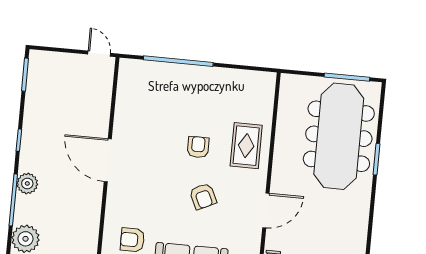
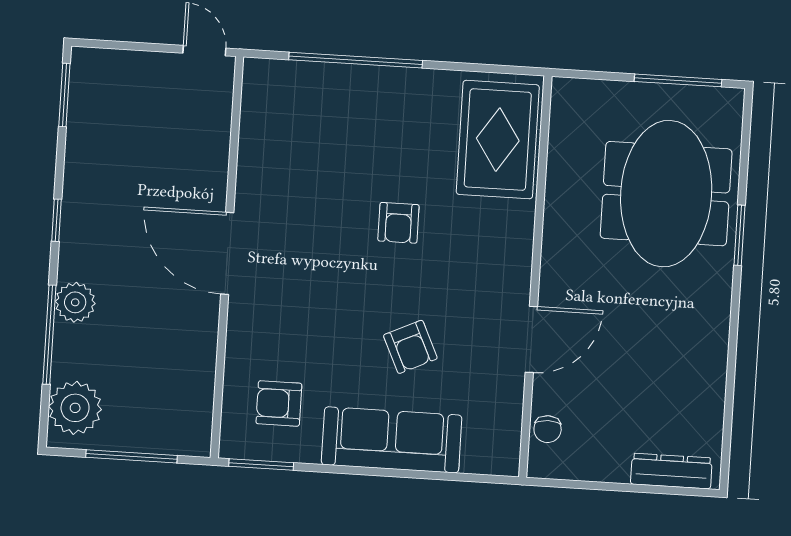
meeting table: (339, 136) -> (666, 194), width x0.73
rug: (246, 146) -> (498, 140), moved, width x1.36, depth x1.43
armchair: (198, 147) -> (398, 223), turned 180
armchair: (203, 196) -> (410, 347), moved

